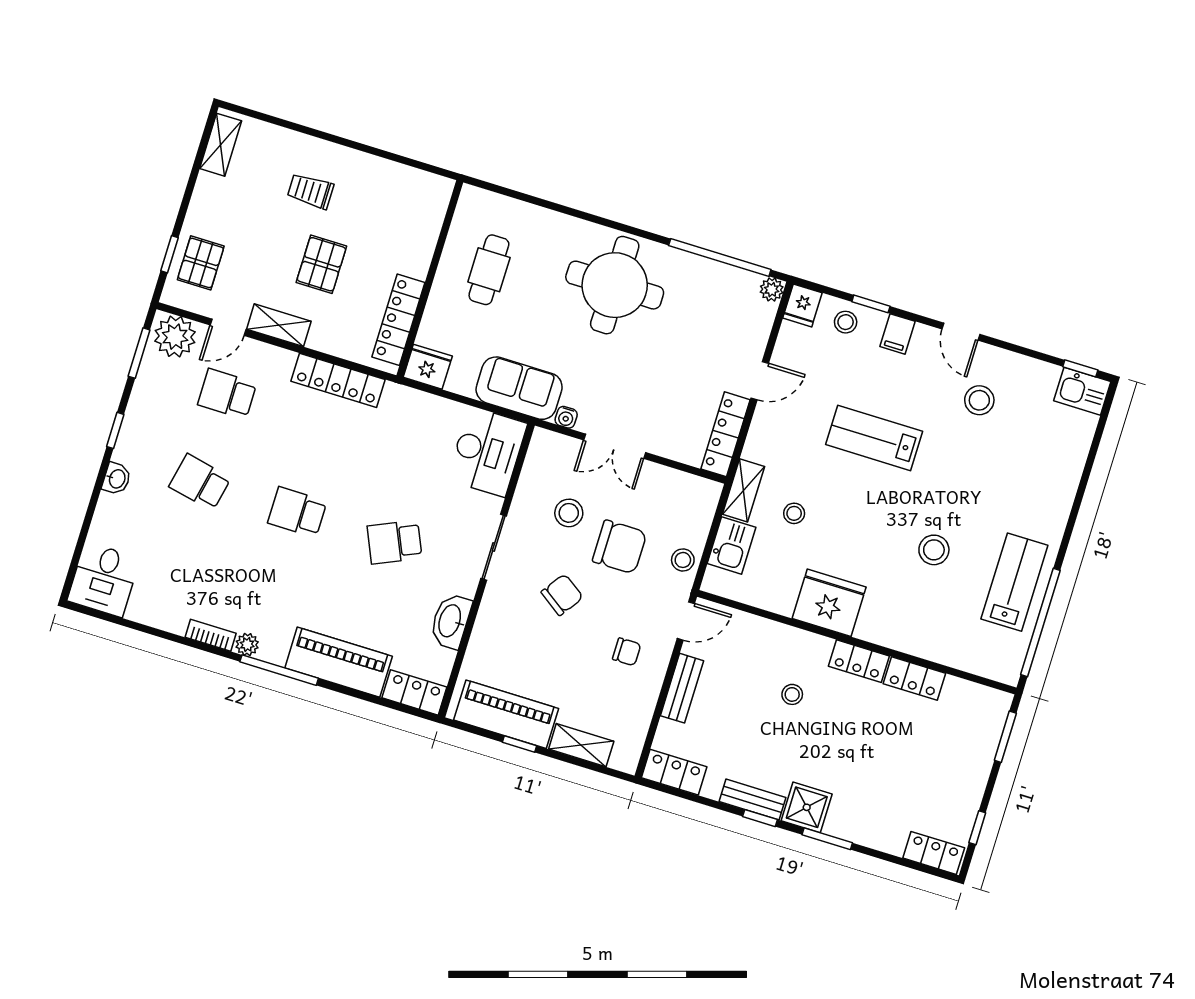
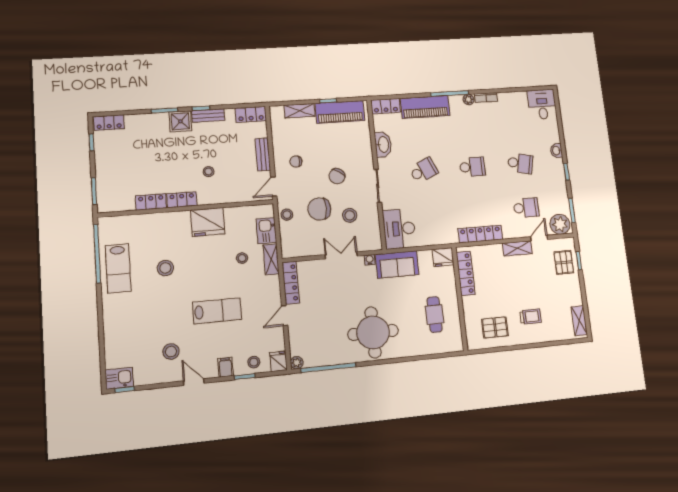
pallet: (321, 264) -> (495, 327), moved, turned 90

